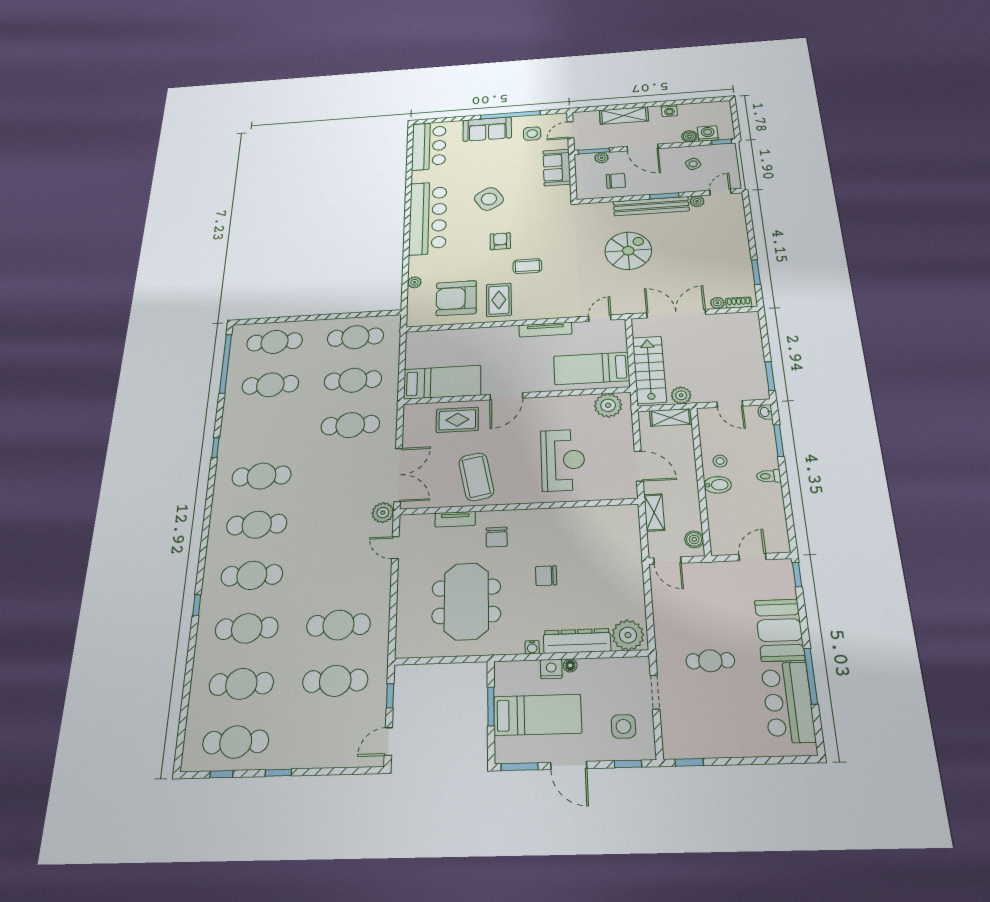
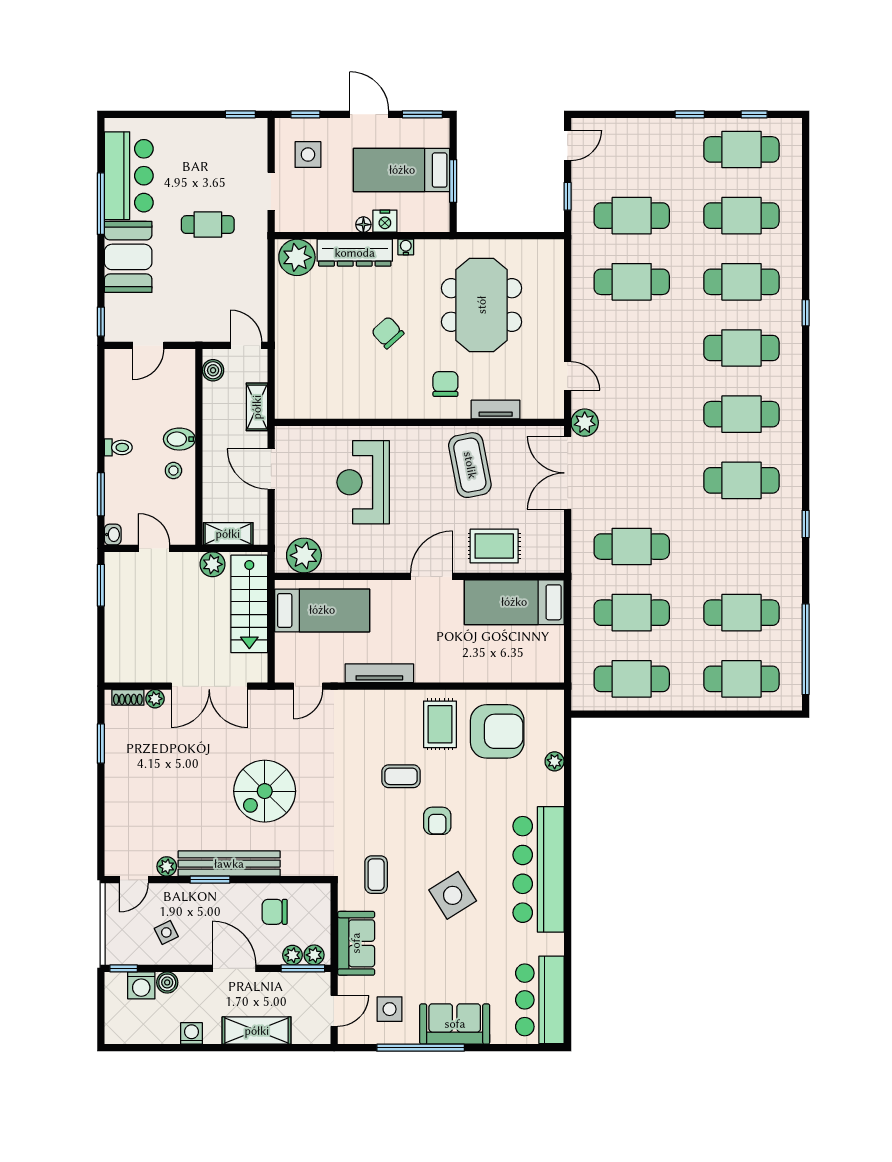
plant: (586, 159) -> (314, 955), added
coffee table: (544, 207) -> (376, 875), added
chair: (546, 576) -> (388, 333), turned -132

